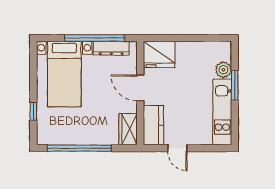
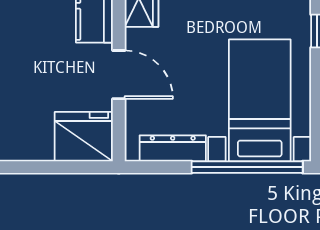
window: (95, 38) -> (247, 167), moved

